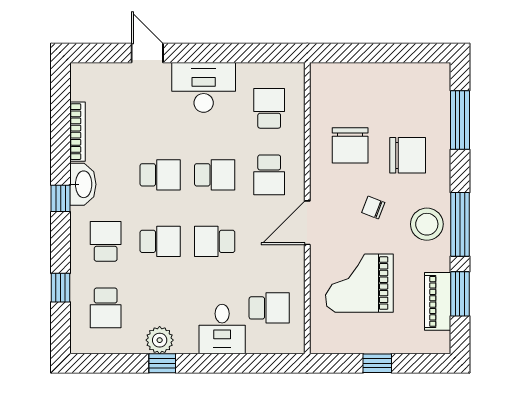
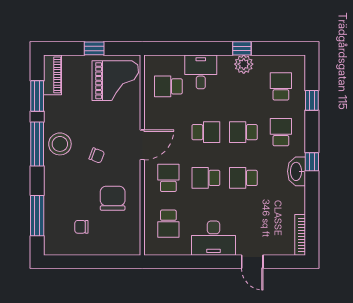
bookcase: (78, 132) -> (300, 235), moved
chair: (408, 155) -> (81, 227), moved, width x0.54, depth x0.54
school desk: (106, 241) -> (281, 132), turned 180
grand piano: (359, 283) -> (115, 81), moved
piano: (438, 301) -> (53, 75), moved

